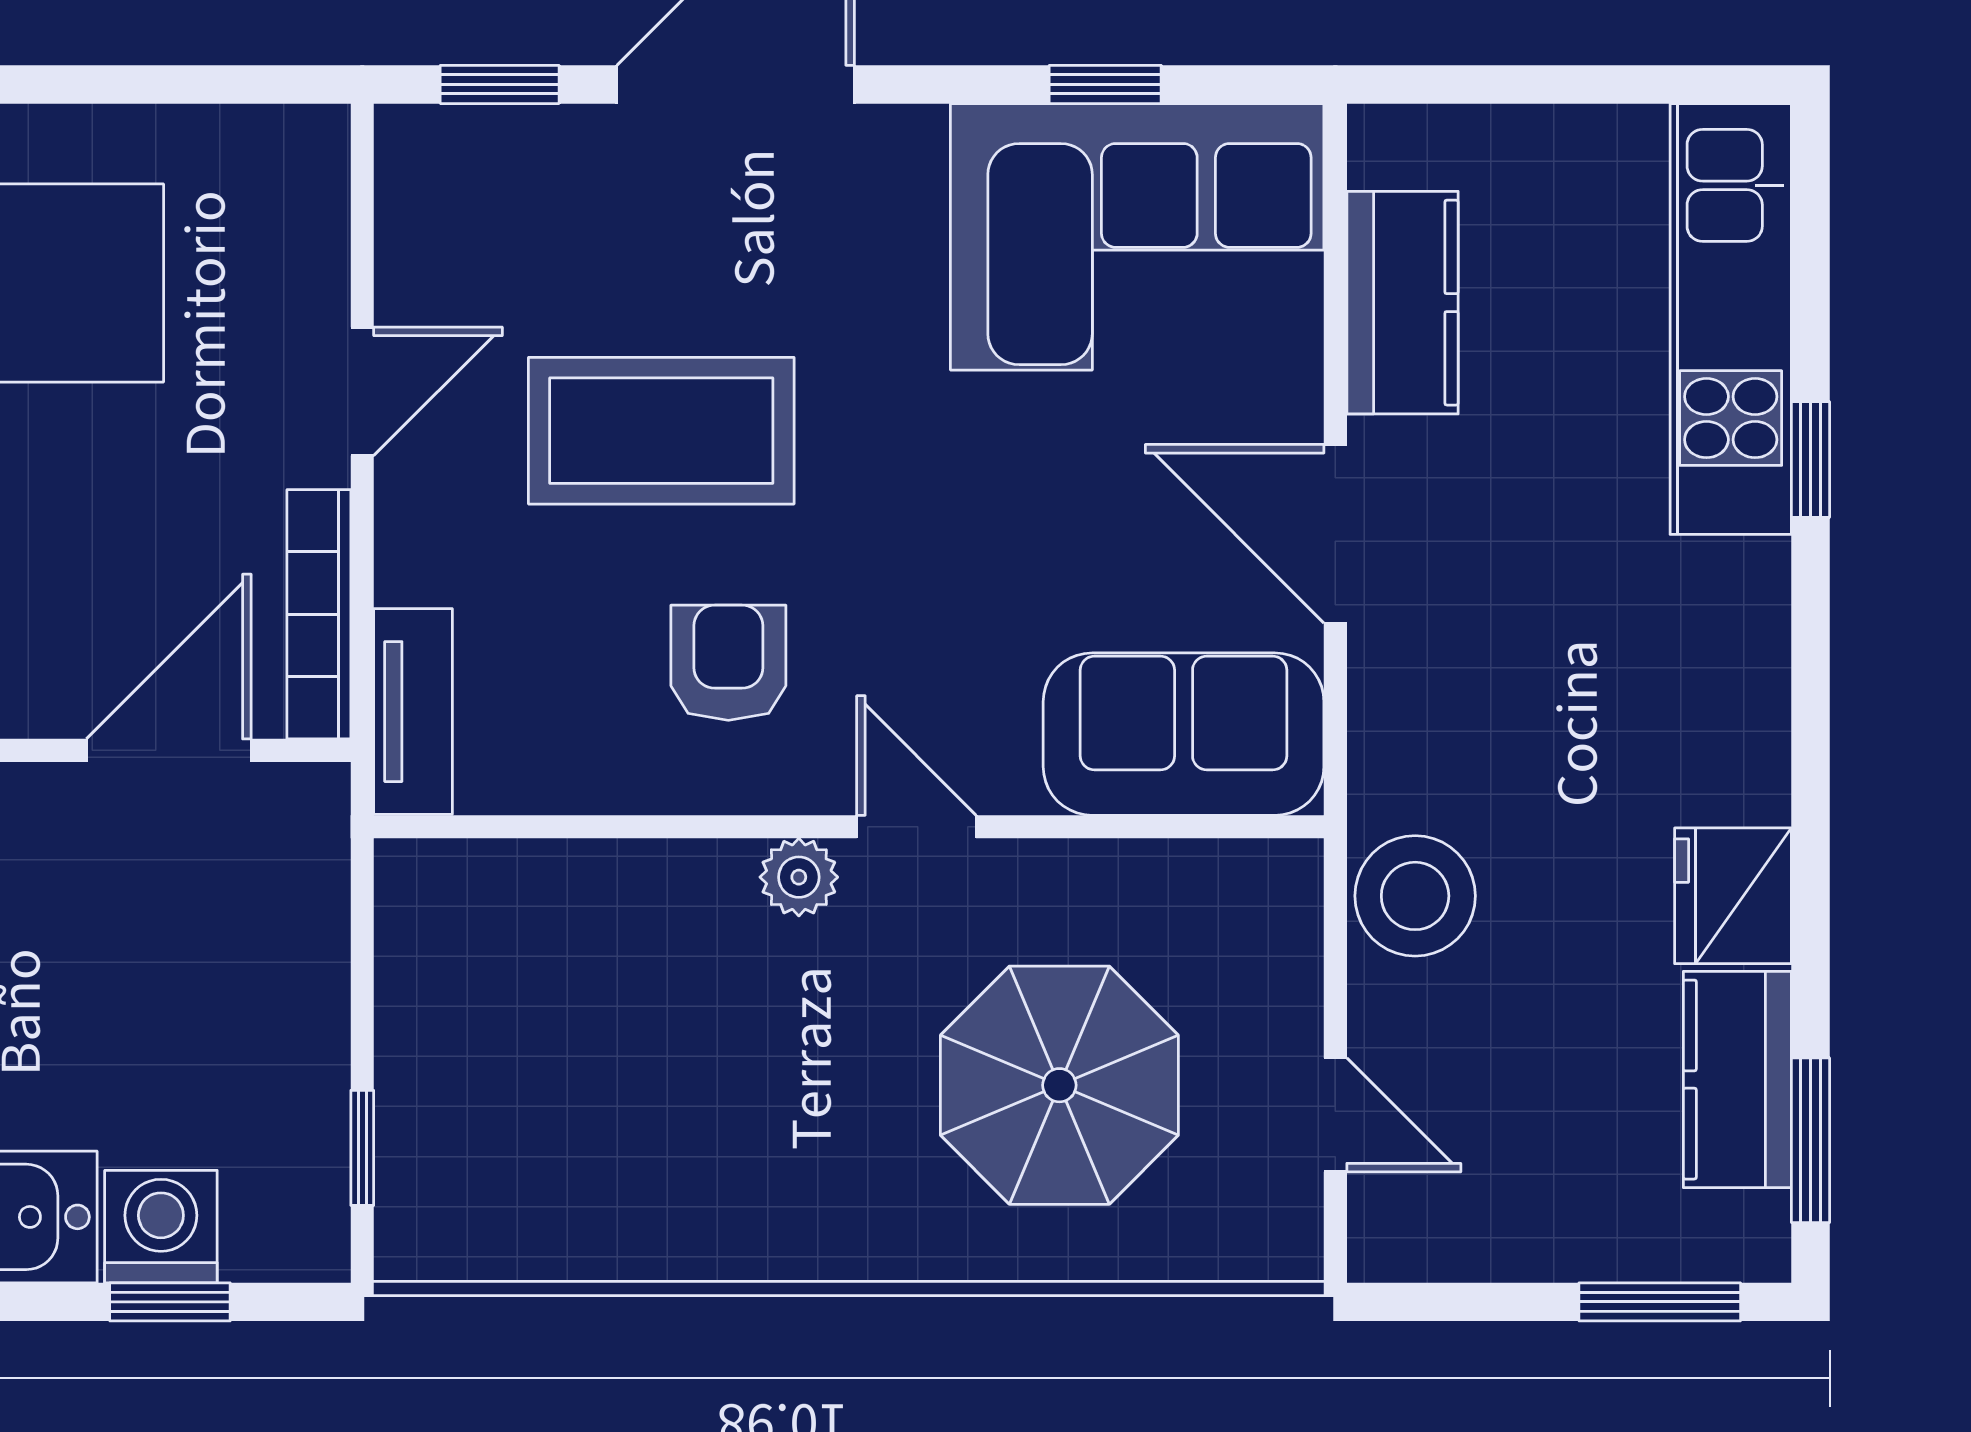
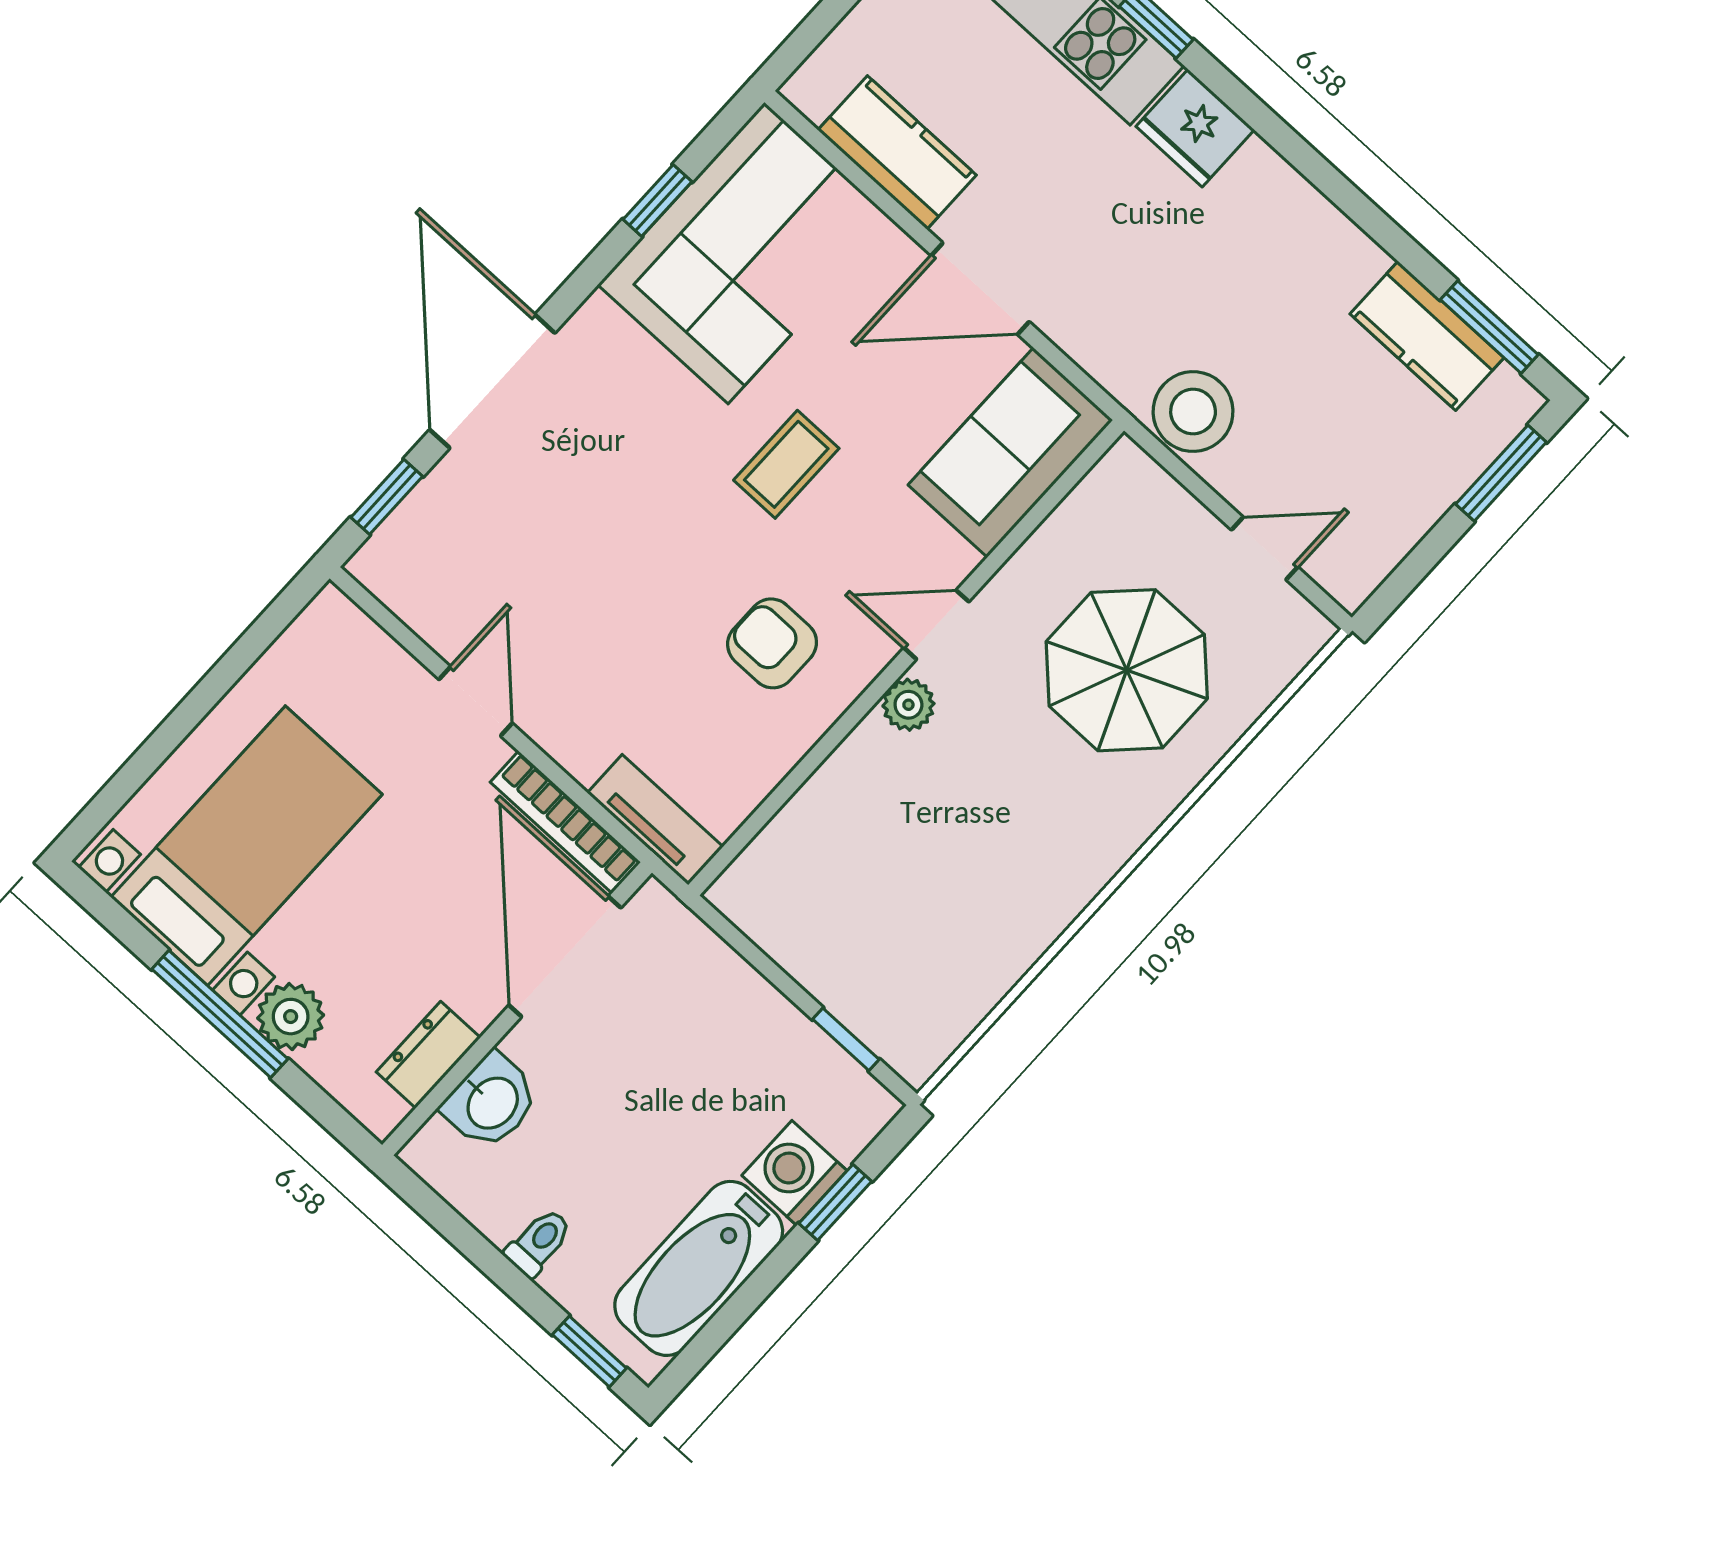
coffee table: (661, 431) -> (786, 464), moved, width x0.54, depth x0.58
door: (169, 750) -> (565, 956), width x1.36
fridge: (1733, 896) -> (1195, 128), moved

